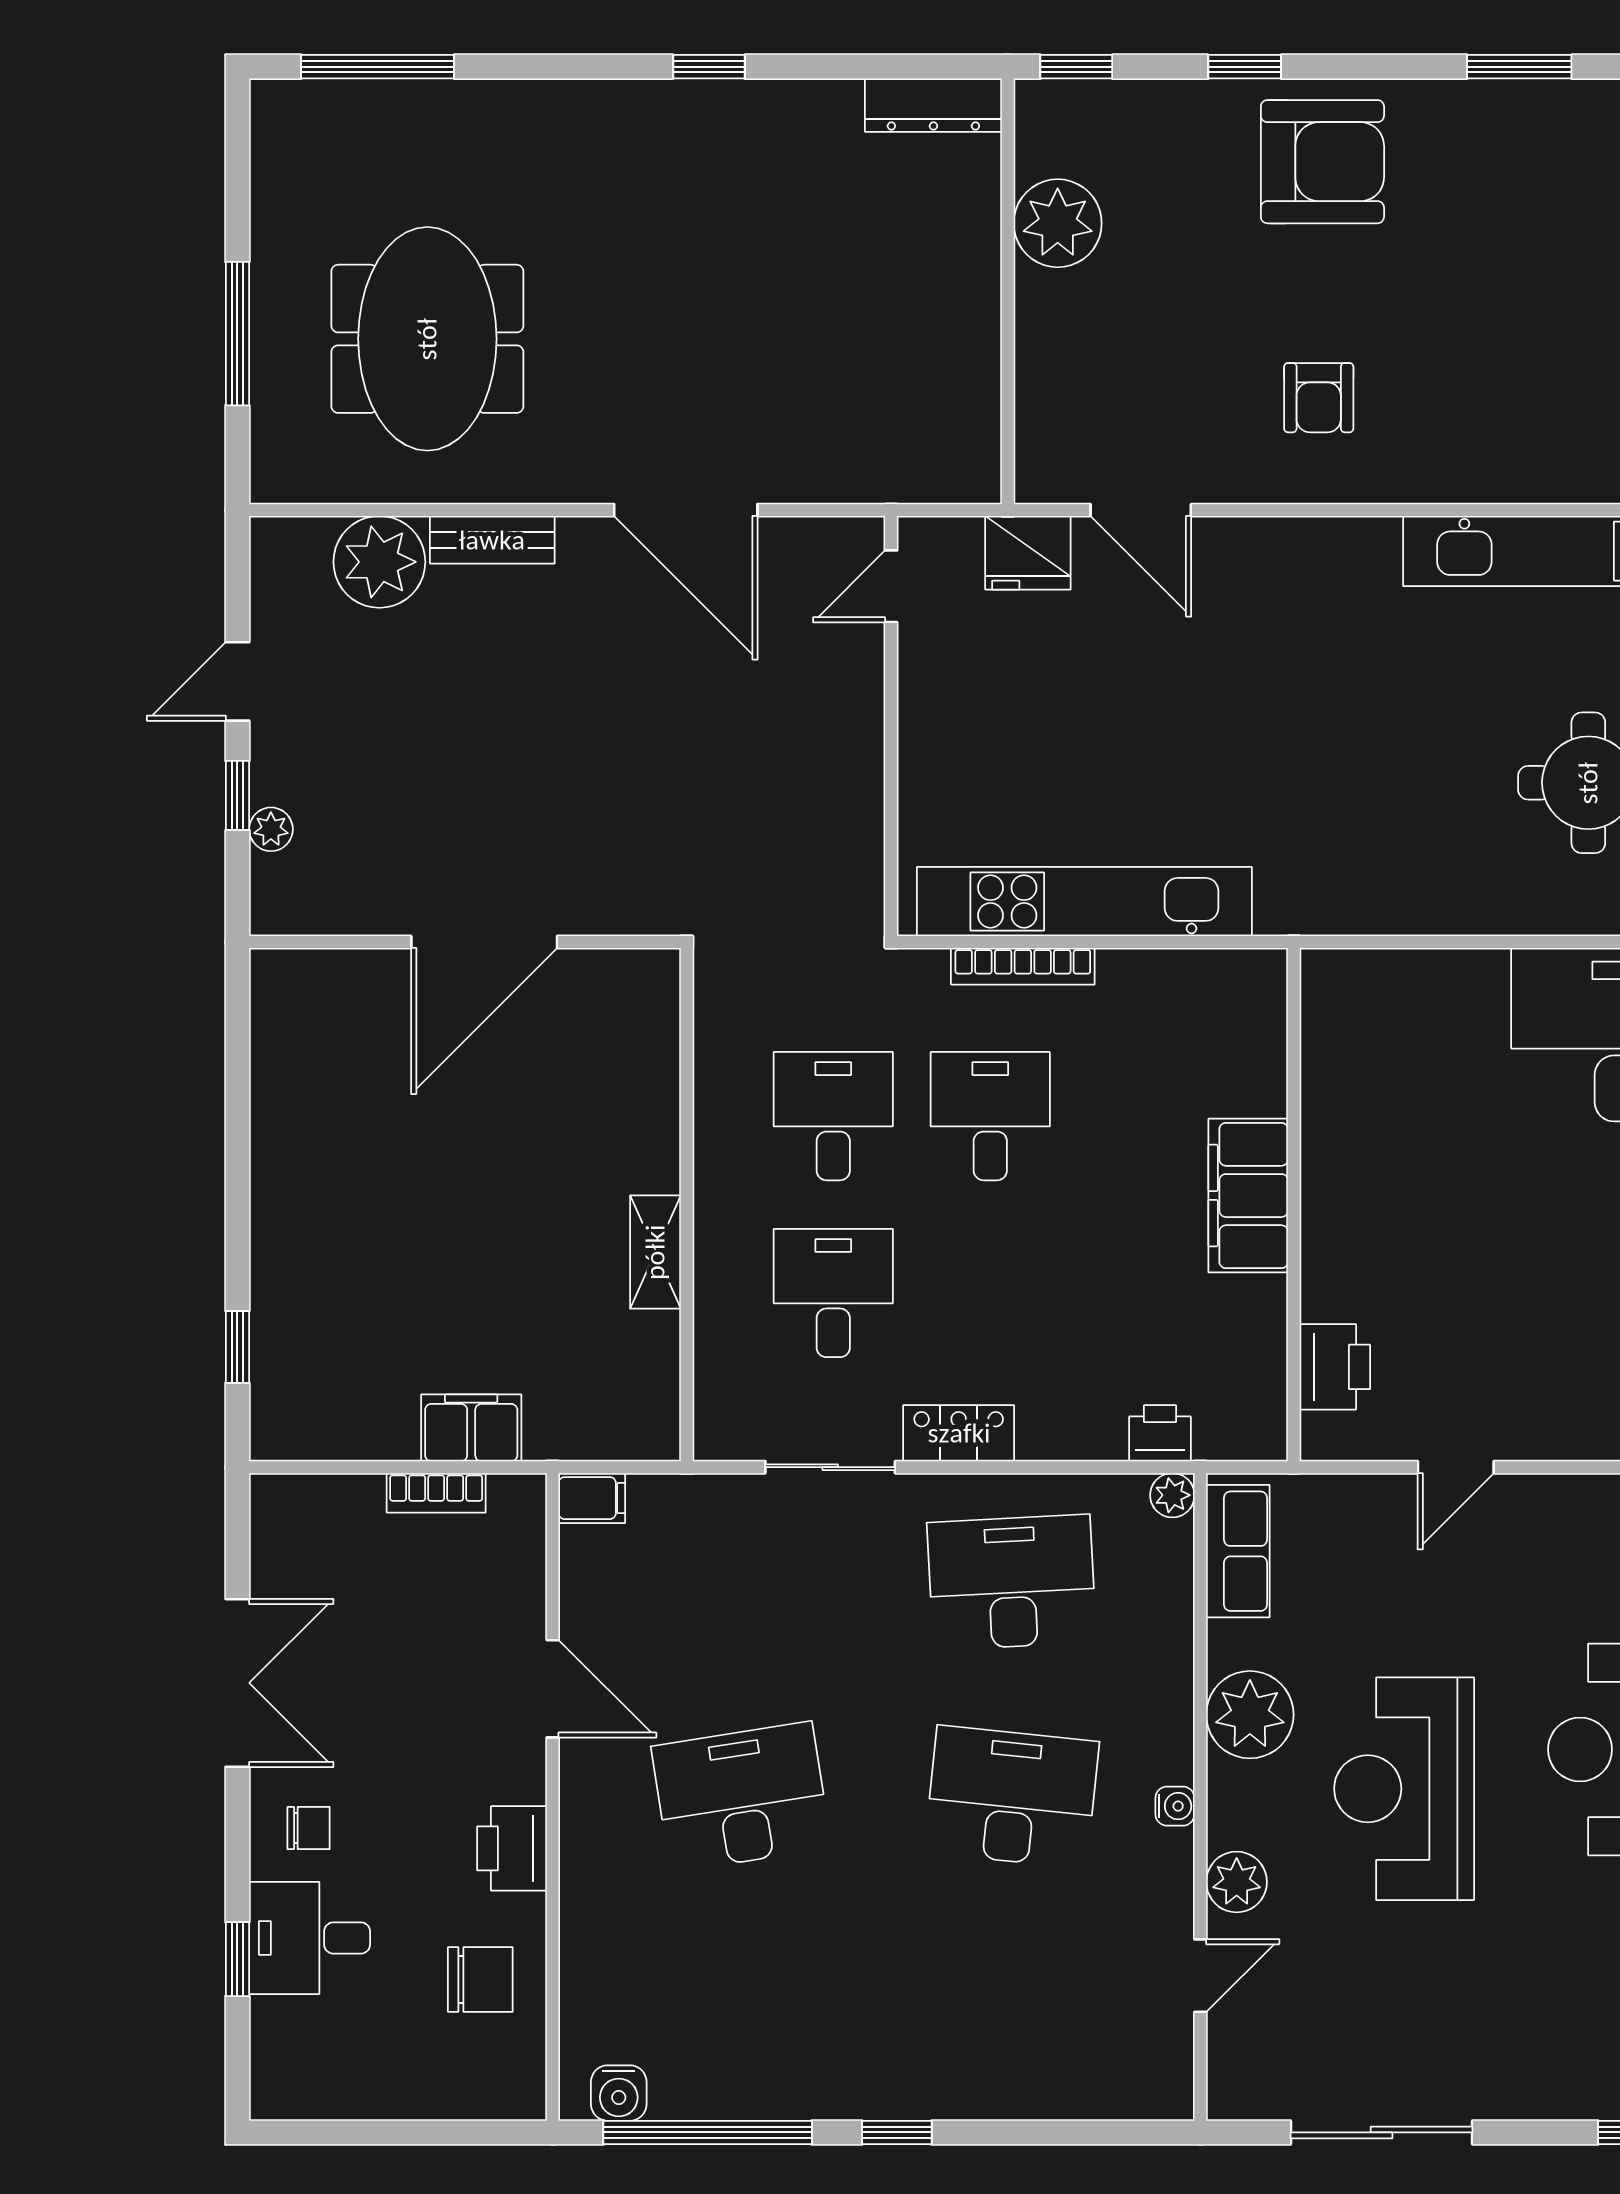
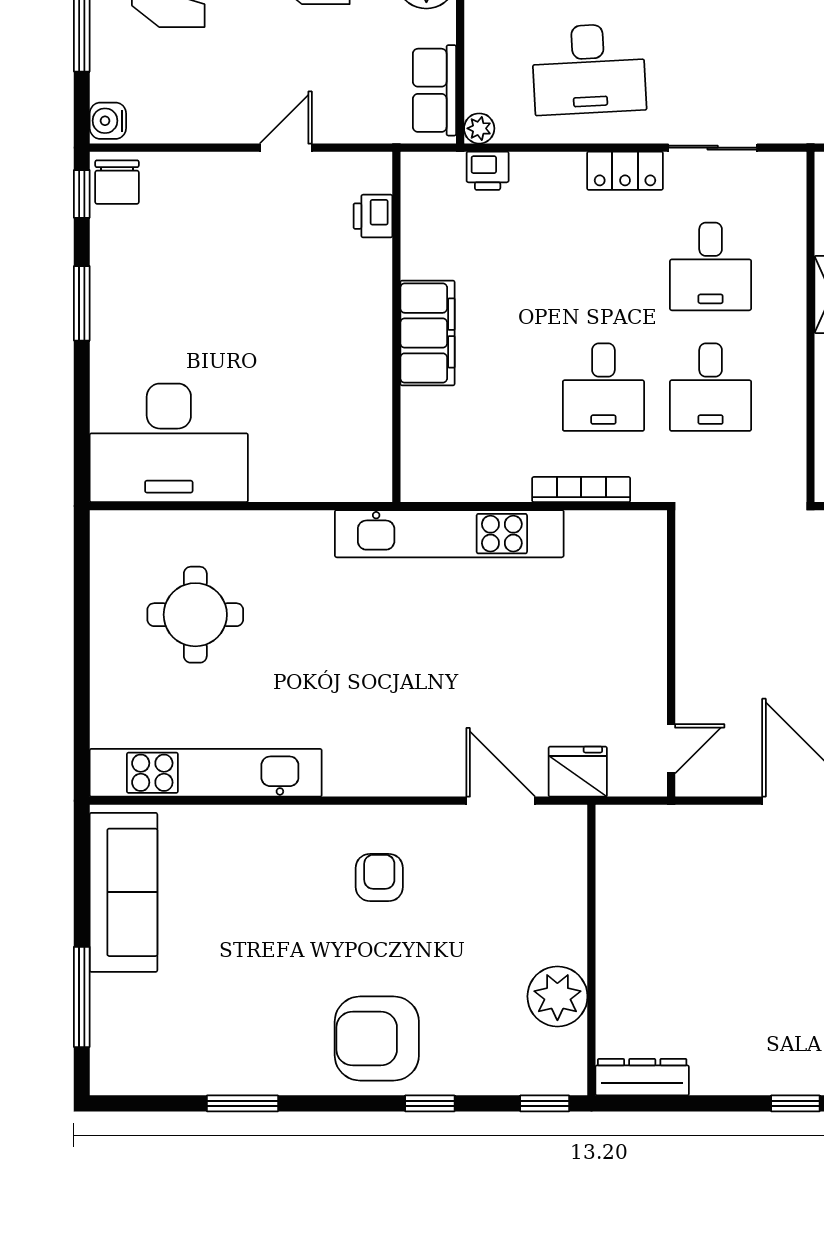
kitchen unit: (1084, 902) -> (449, 534), moved
printer: (1335, 1367) -> (373, 216), width x0.73, depth x0.81

